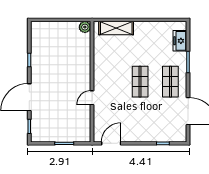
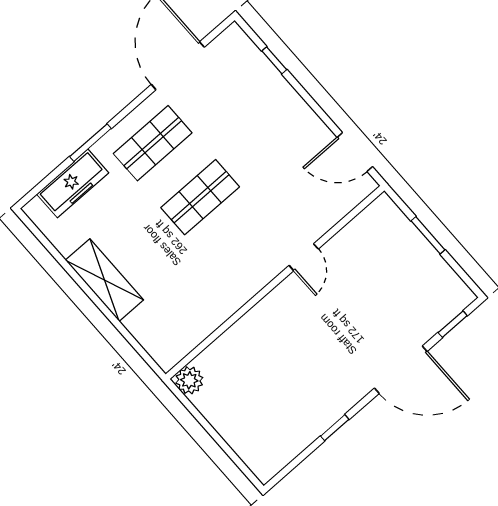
shelving: (116, 28) -> (104, 280), moved
freezer: (180, 41) -> (73, 183), width x1.40
door: (92, 98) -> (304, 257), hinge flipped

